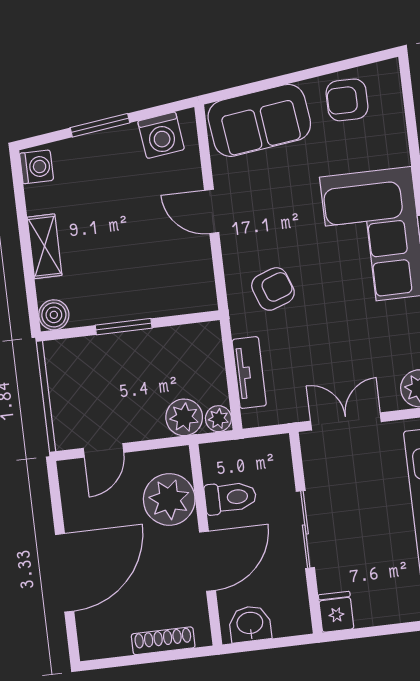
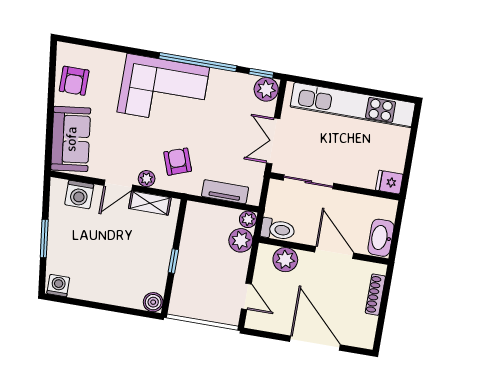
washing machine: (161, 135) -> (79, 194), moved, turned 97
shelving: (45, 246) -> (150, 203), moved
plant: (234, 250) -> (147, 179), added
window: (124, 327) -> (173, 261), width x0.67
toilet: (230, 498) -> (278, 229), moved, turned 90
plant: (169, 499) -> (285, 260), width x0.73, depth x0.73
sliding door: (305, 529) -> (308, 182), moved
washbasin: (250, 624) -> (381, 238), width x1.38

